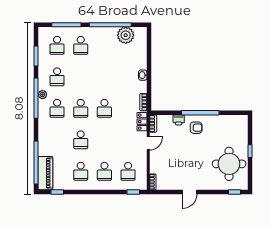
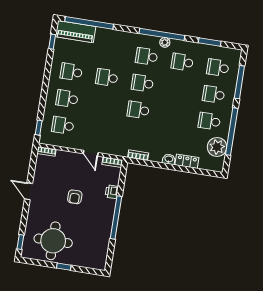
school desk: (104, 45) -> (209, 121), added
locker: (142, 122) -> (187, 161), moved
armchair: (196, 128) -> (75, 197), moved

